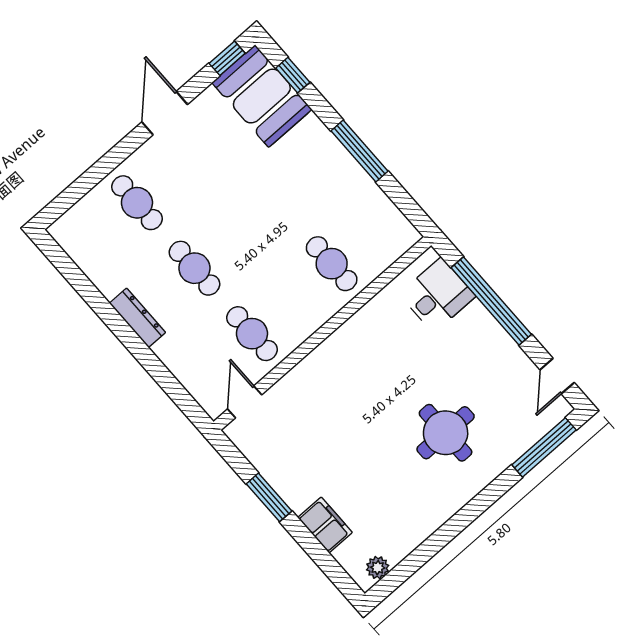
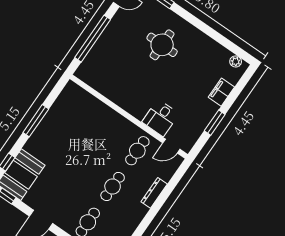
cafe table: (332, 264) -> (94, 121), removed
desk: (437, 295) -> (160, 118), moved, turned -90
dresser: (137, 318) -> (154, 193), moved

